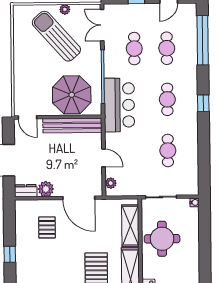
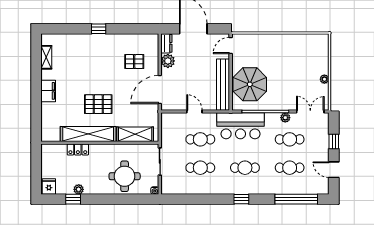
sun lounger: (56, 36) -> (301, 72), removed
cafe table: (135, 151) -> (200, 139), added
door: (104, 158) -> (194, 112), swing flipped
plant: (111, 183) -> (285, 118), moved
round table: (162, 239) -> (125, 176), moved
window: (10, 254) -> (99, 29), moved

